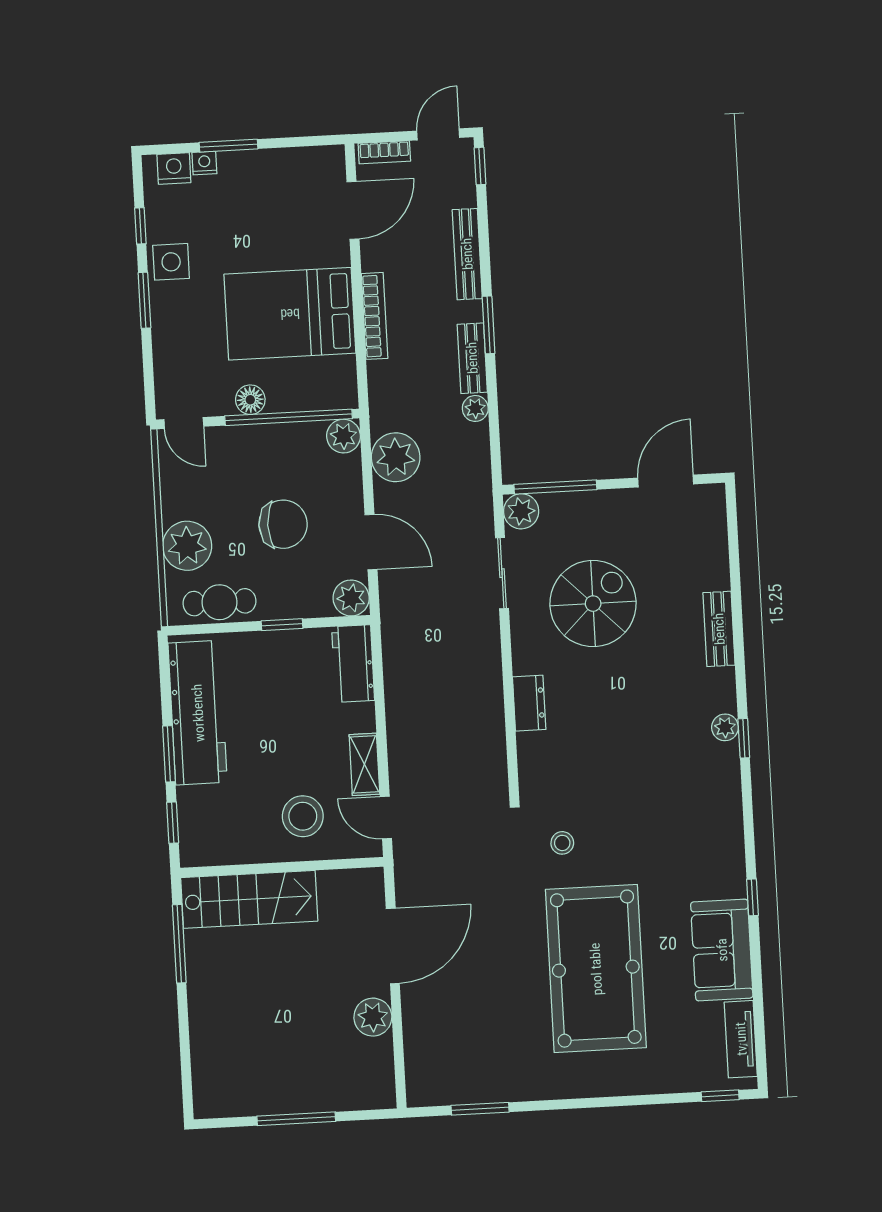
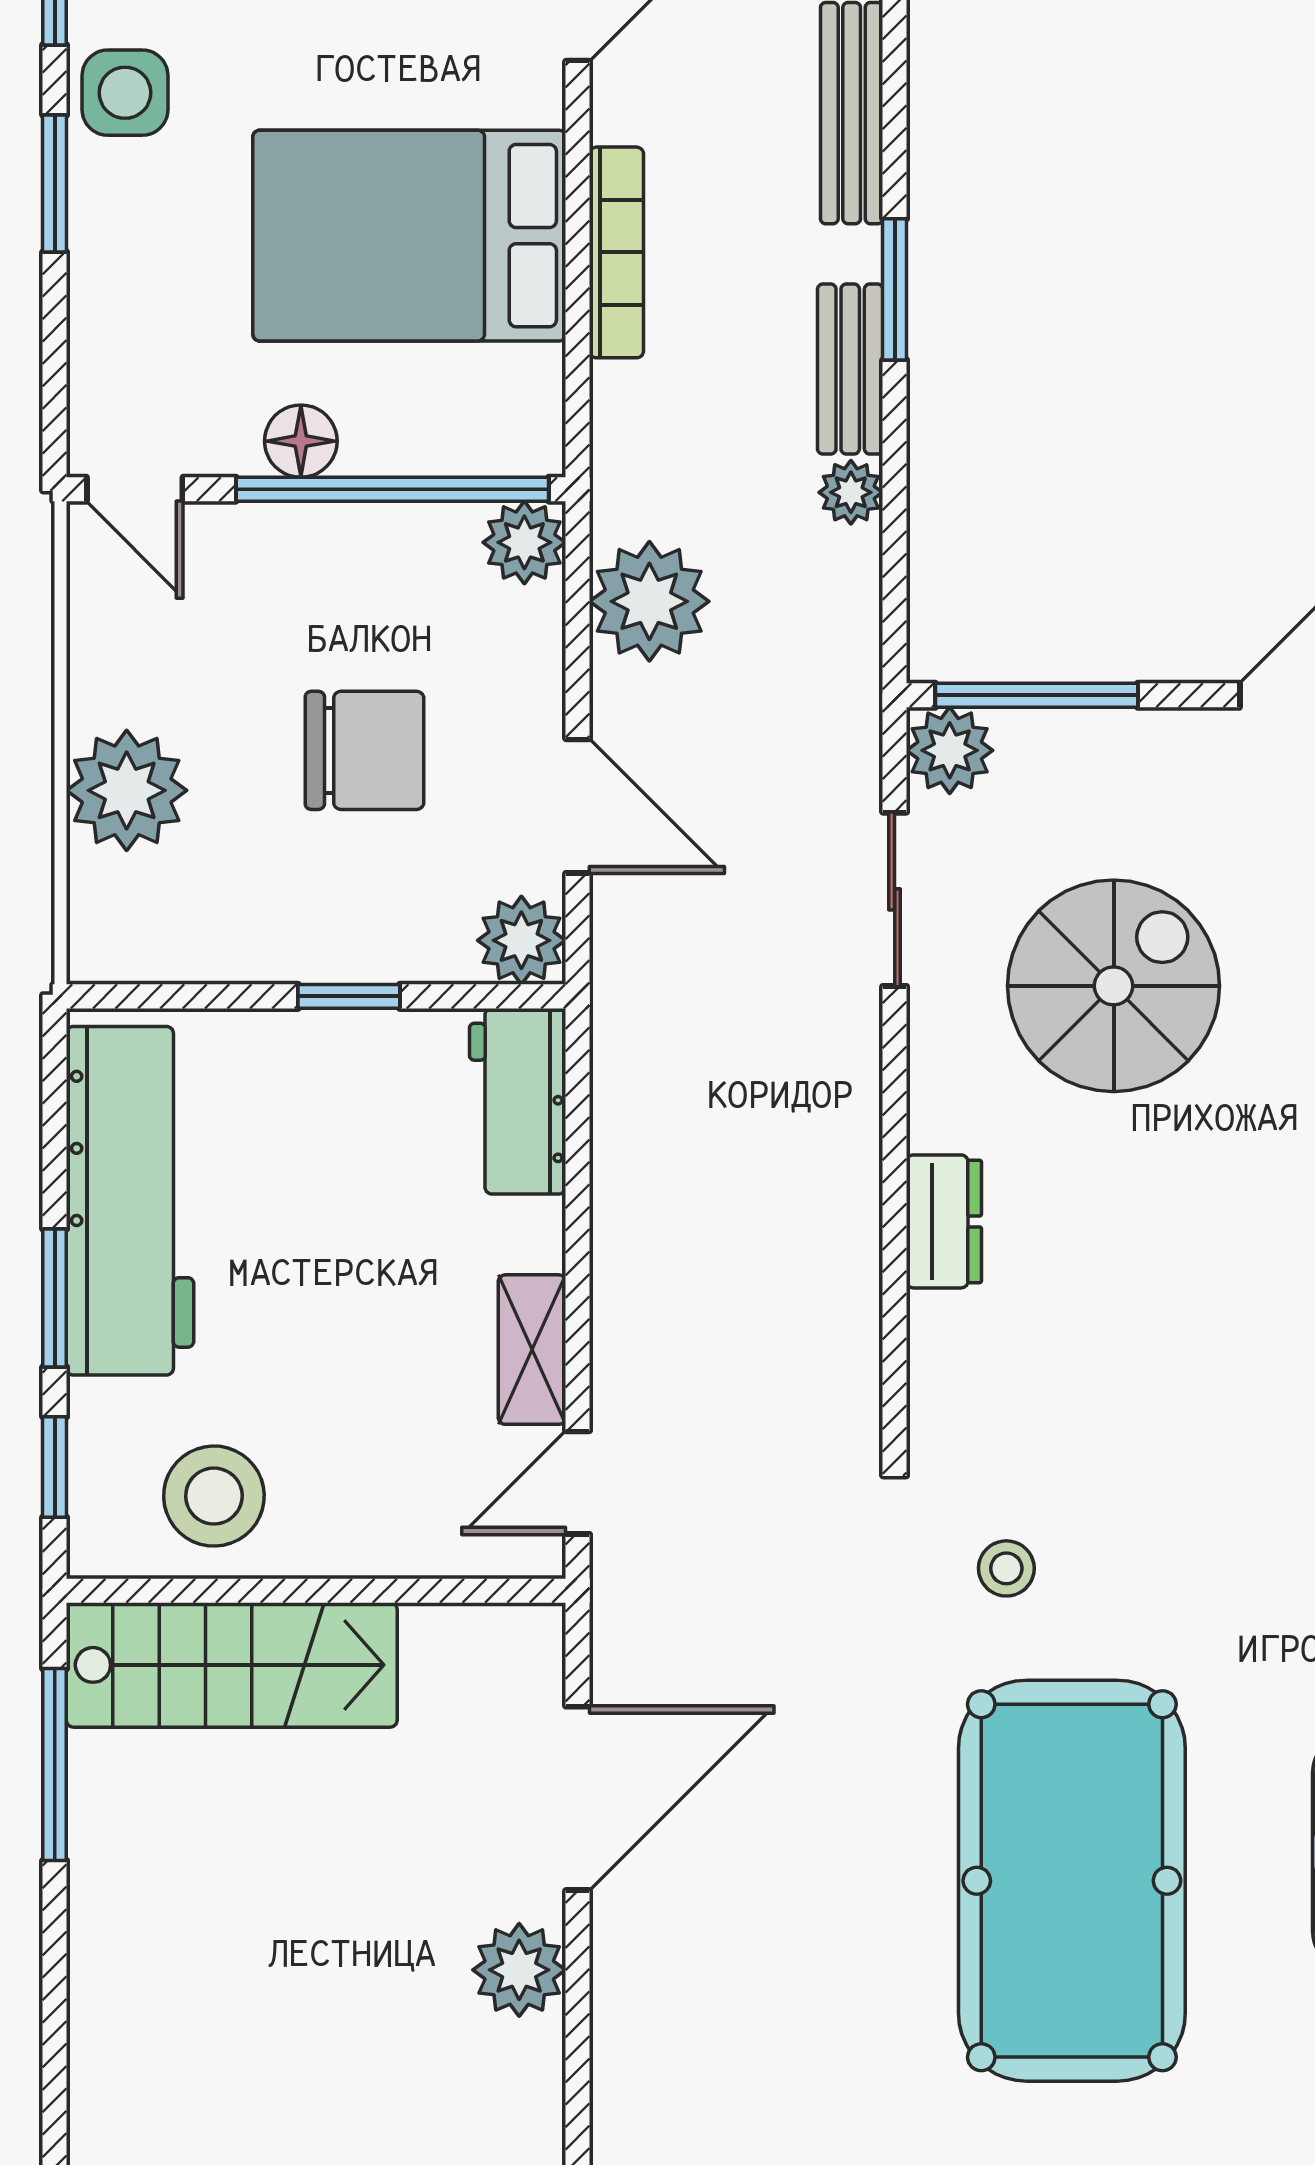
cafe table: (219, 602) -> (198, 933), removed
stool: (303, 816) -> (214, 1496), moved
door: (386, 817) -> (578, 1483), hinge flipped

